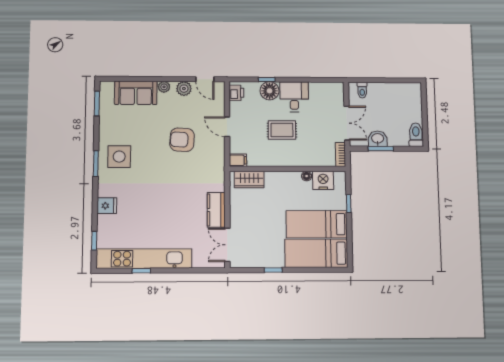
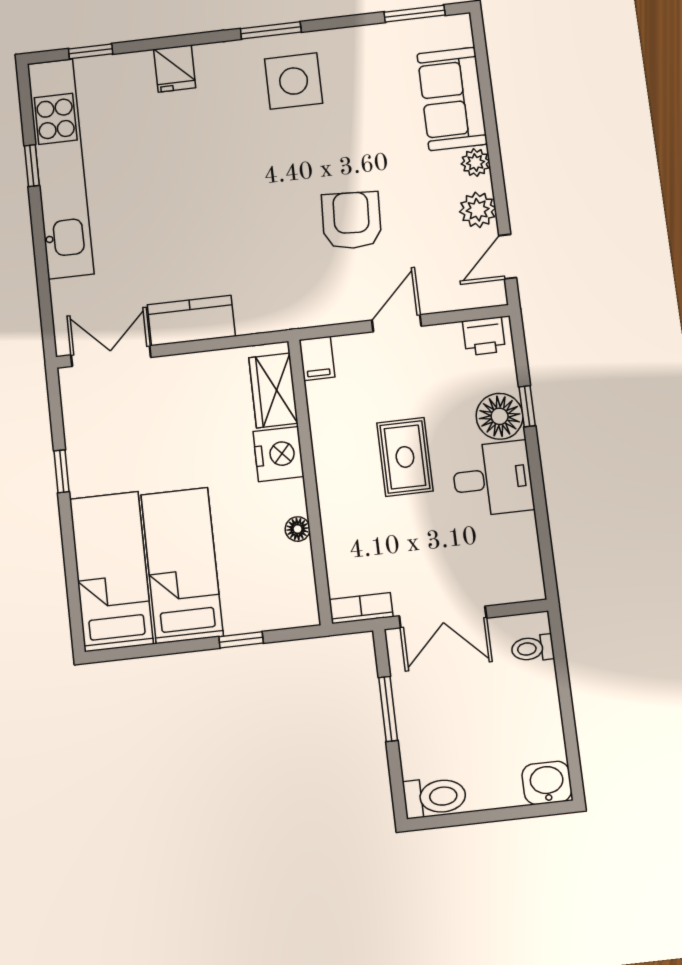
washbasin: (378, 139) -> (547, 783), moved, turned -90
nightstand: (323, 180) -> (278, 454), moved

